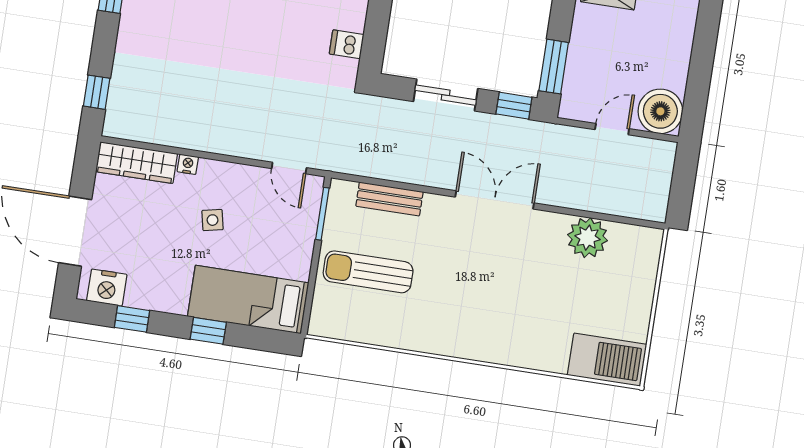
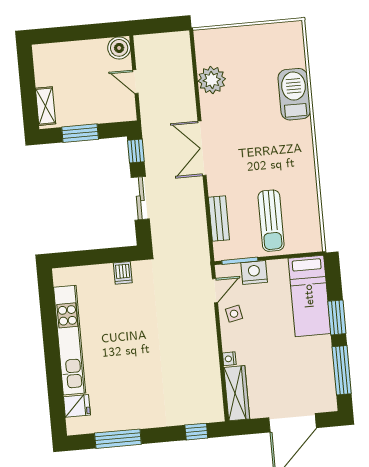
window: (554, 67) -> (80, 133), moved
boiler: (660, 111) -> (119, 48), width x0.73, depth x0.73
side table: (212, 220) -> (234, 314), moved
nightstand: (107, 288) -> (254, 272), moved, turned -90
window: (132, 319) -> (342, 370), width x2.17
window: (208, 331) -> (337, 317), width x1.50
barbecue: (607, 360) -> (294, 94), moved

